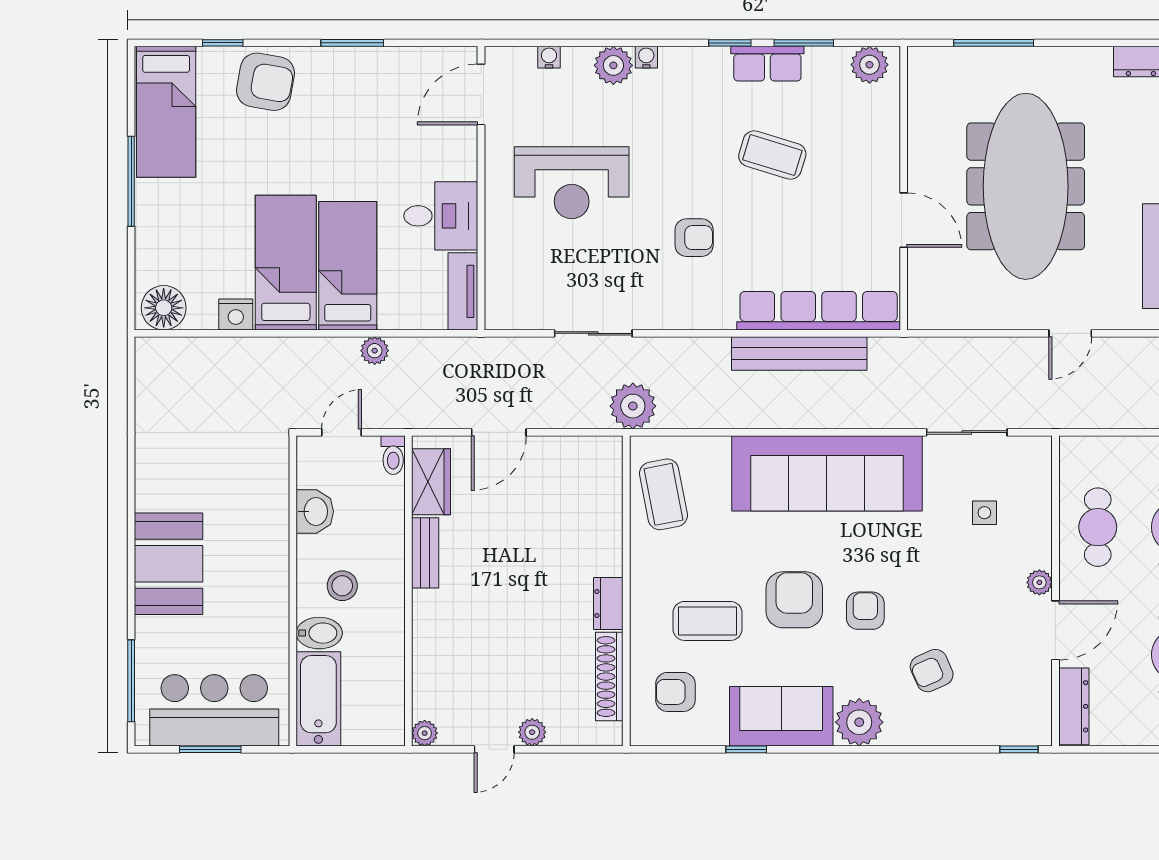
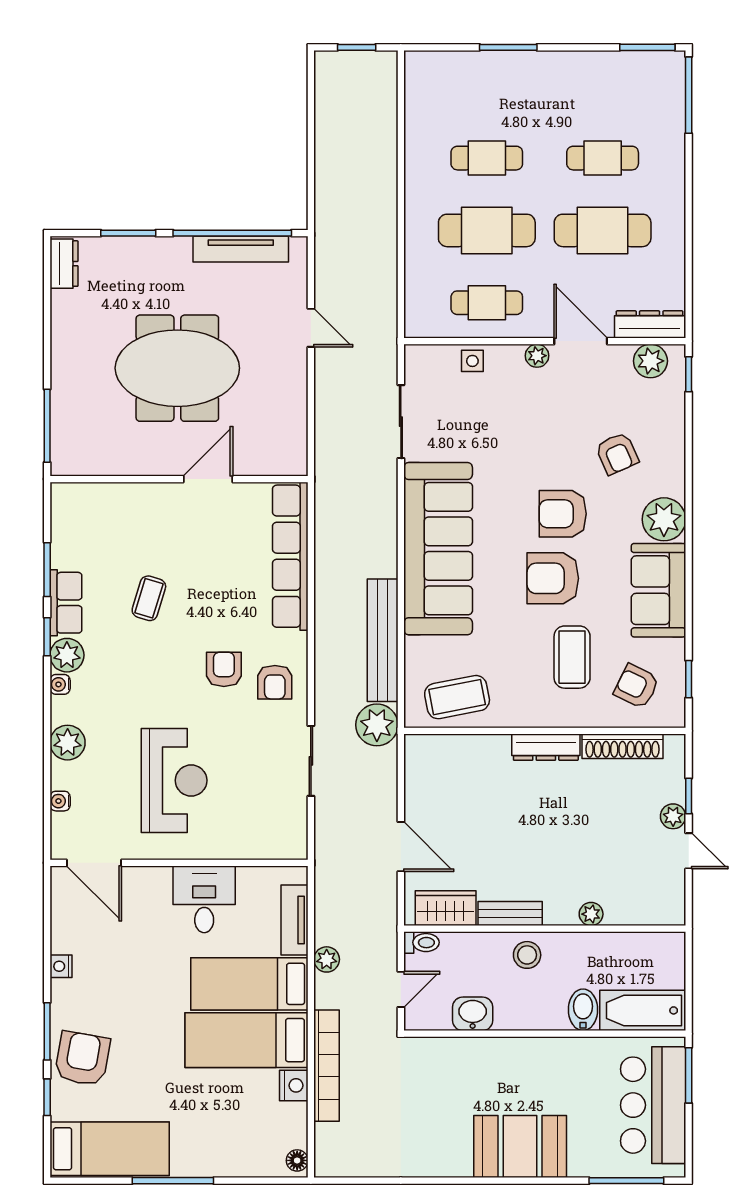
window: (352, 43) -> (47, 1031), moved
window: (994, 43) -> (47, 426), moved
water cooler: (646, 57) -> (60, 684), moved
nightstand: (367, 58) -> (61, 966), added
plant: (869, 65) -> (67, 655), moved
coffee table: (772, 155) -> (149, 598), width x0.73, depth x0.77
meeting table: (1026, 186) -> (177, 368), width x0.73
tv unit: (463, 291) -> (294, 920), moved, turned 90
armchair: (680, 294) -> (275, 682), added
floor lamp: (164, 308) -> (297, 1160), width x0.53, depth x0.53
bookcase: (258, 351) -> (327, 1066), added
bench: (799, 353) -> (383, 640), moved
door: (342, 432) -> (401, 989), swing flipped
side table: (984, 513) -> (472, 361), moved
stool: (342, 586) -> (527, 955), moved
dresser: (608, 604) -> (546, 747), width x1.44
armchair: (865, 611) -> (563, 514), width x1.38, depth x1.38
armchair: (675, 692) -> (636, 686), turned 116
plant: (1034, 707) -> (650, 361), added
plant: (425, 733) -> (591, 914), moved
window: (210, 749) -> (689, 1075), moved
window: (554, 749) -> (689, 796), added
window: (746, 749) -> (689, 679), moved

